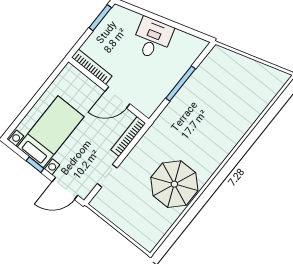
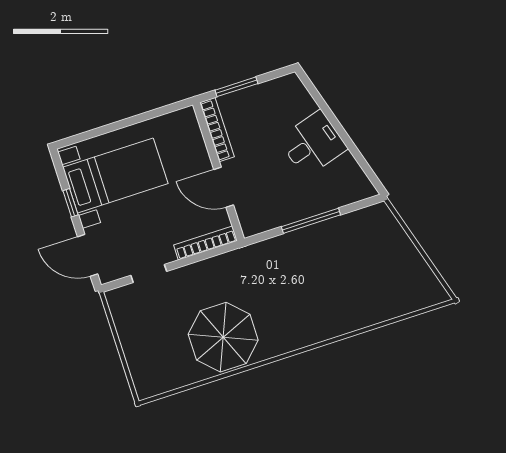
window: (100, 18) -> (236, 87), moved

